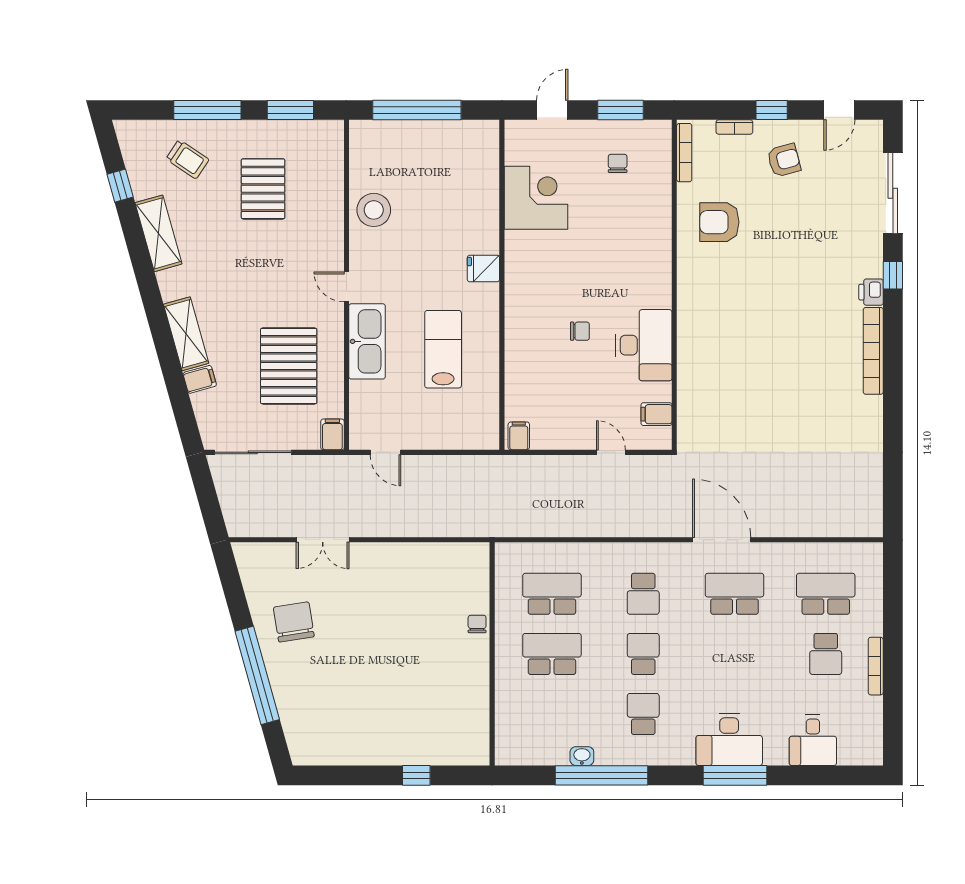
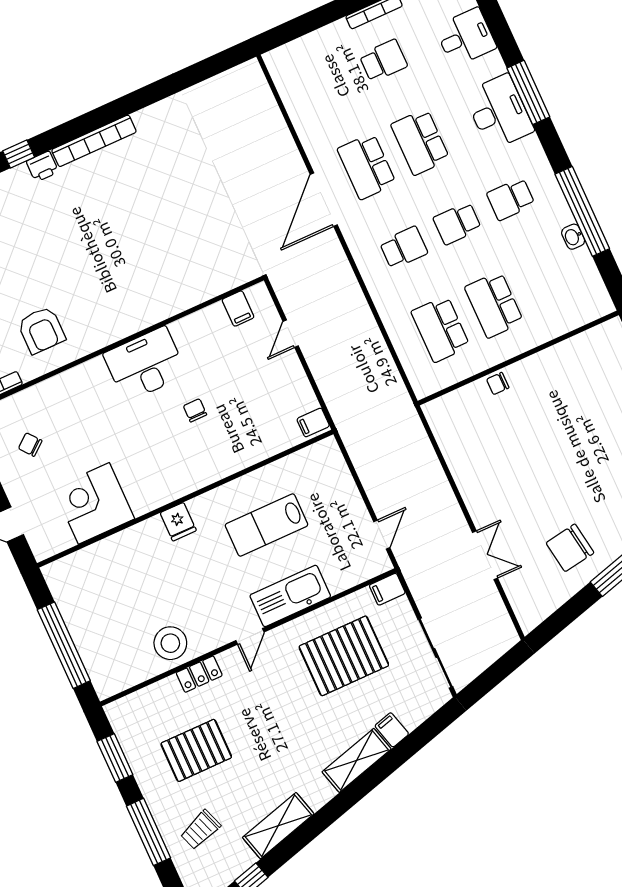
trolley: (187, 159) -> (200, 830), turned -144
chair: (618, 163) -> (30, 445), turned 51
locker: (333, 224) -> (199, 674), added
desk: (644, 345) -> (145, 364), moved
school desk: (826, 594) -> (420, 142), moved

